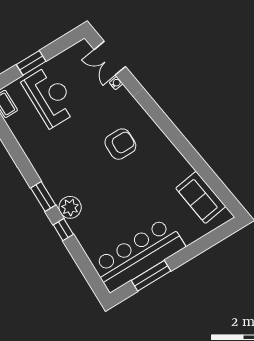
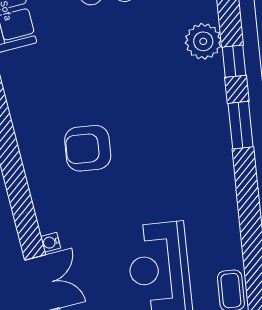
plant: (70, 207) -> (203, 41), moved

